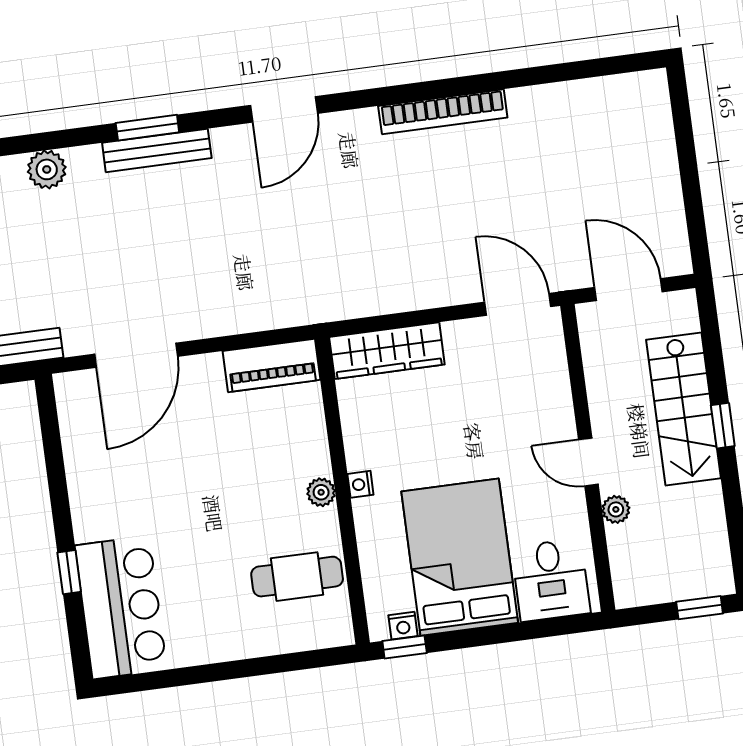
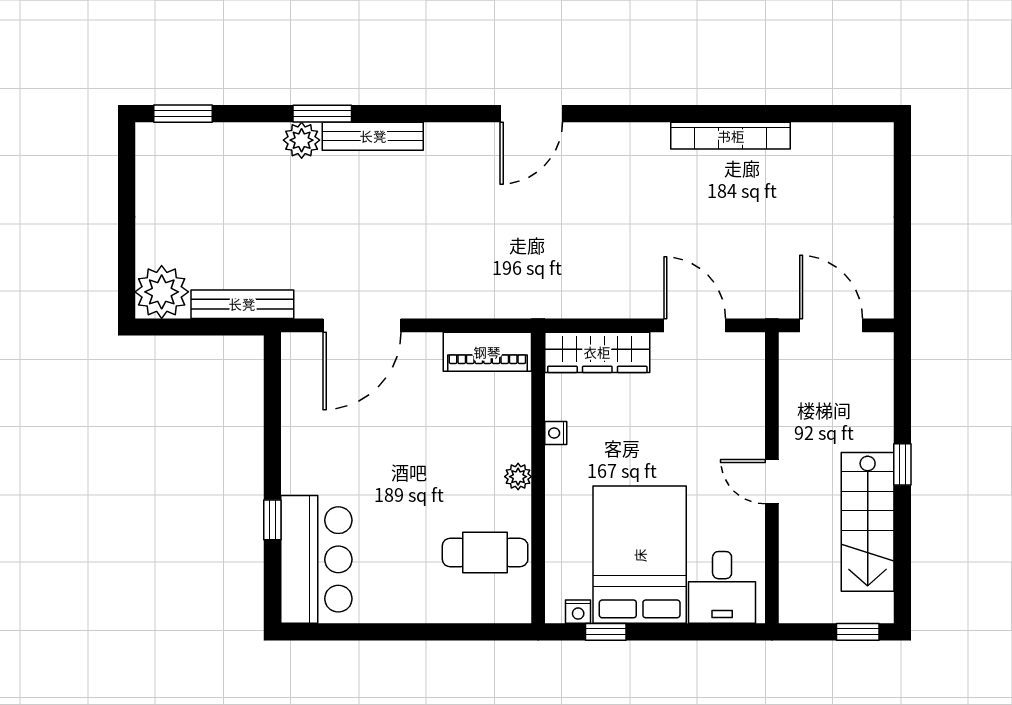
bookcase: (443, 112) -> (731, 136), moved
window: (147, 128) -> (322, 114), moved
bench: (157, 150) -> (373, 136), moved
door: (518, 304) -> (695, 325), moved
stairs: (683, 409) -> (868, 522), moved
nightstand: (360, 484) -> (556, 433), moved
plant: (616, 509) -> (792, 529), removed
window: (405, 647) -> (606, 632), moved

